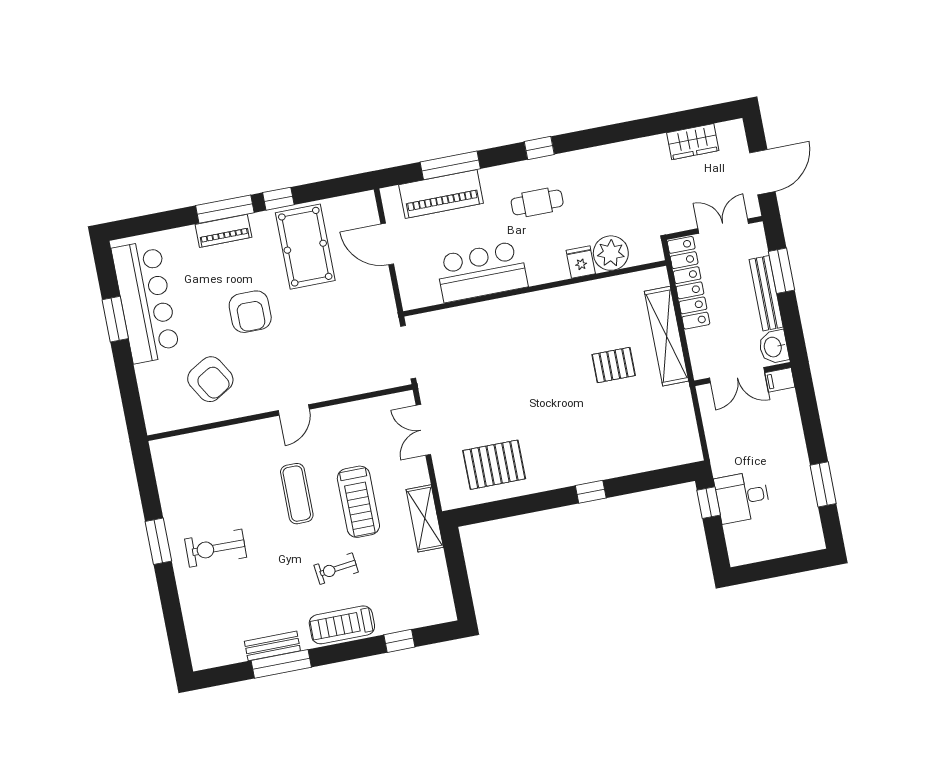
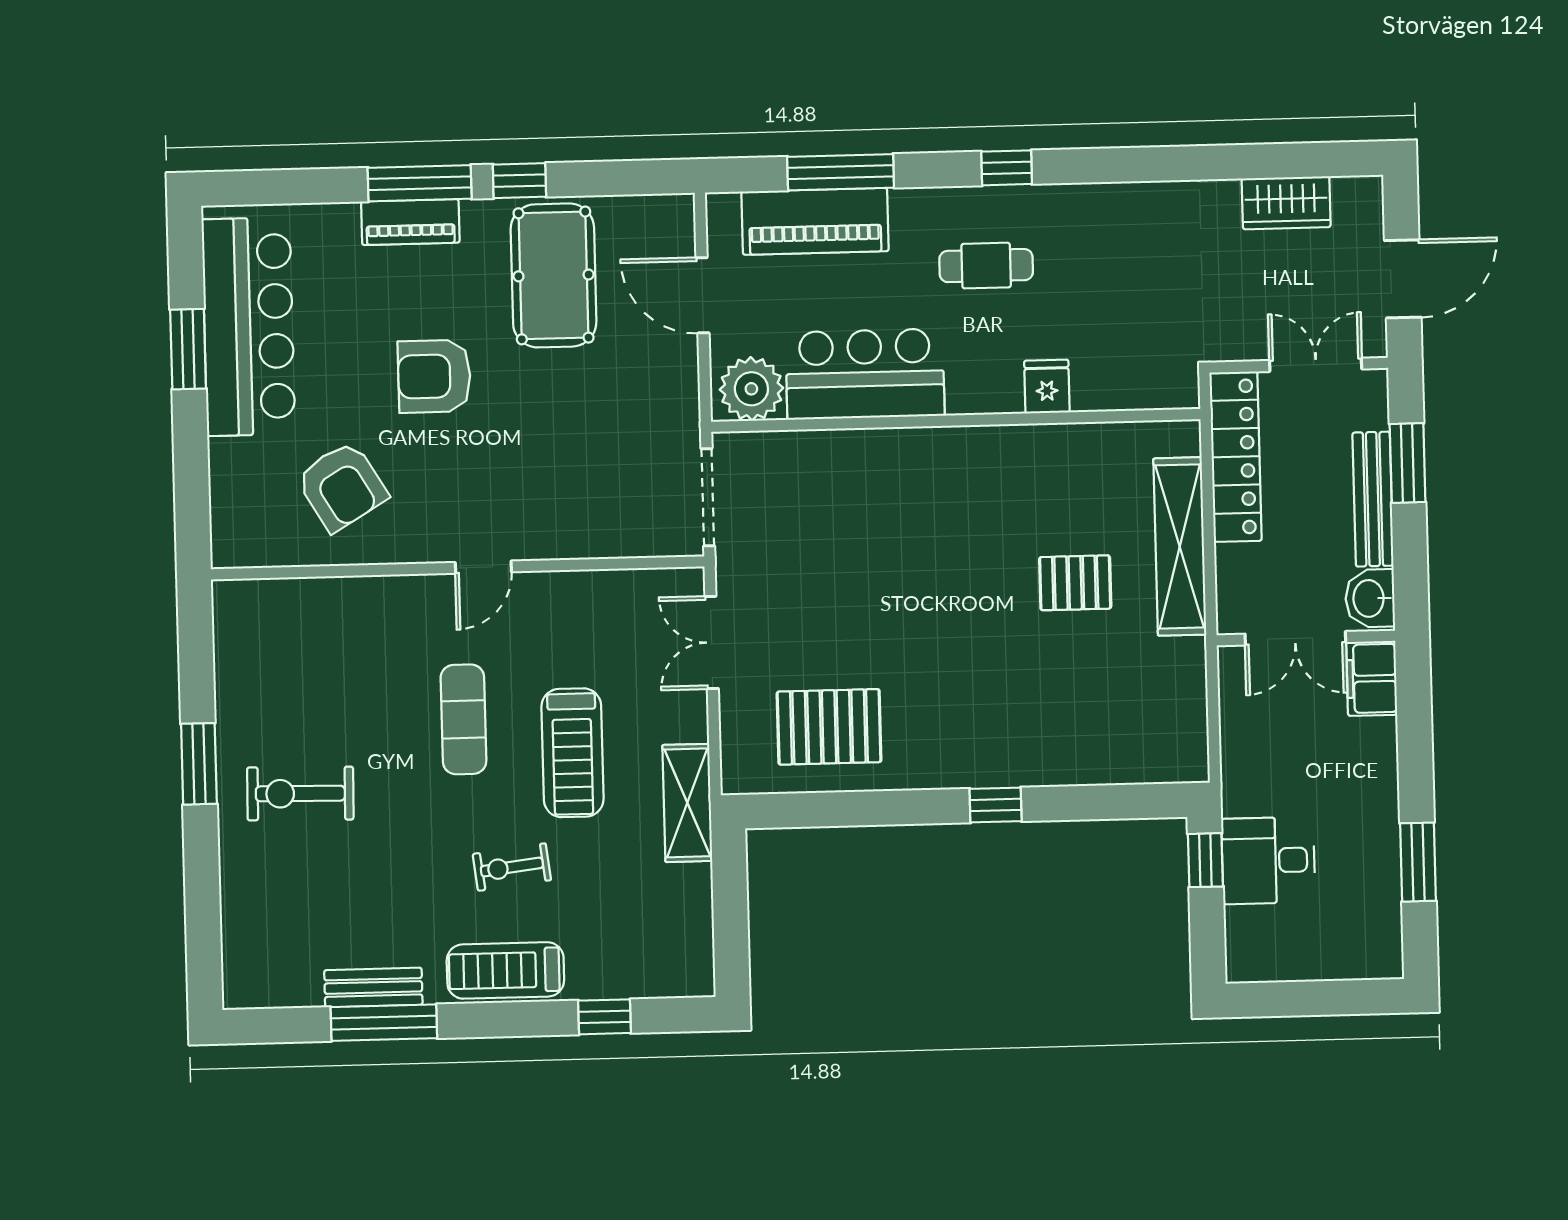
plant: (611, 253) -> (751, 389), moved
armchair: (250, 312) -> (434, 376), turned 90
filing cabinet: (780, 380) -> (1372, 678), width x2.00

